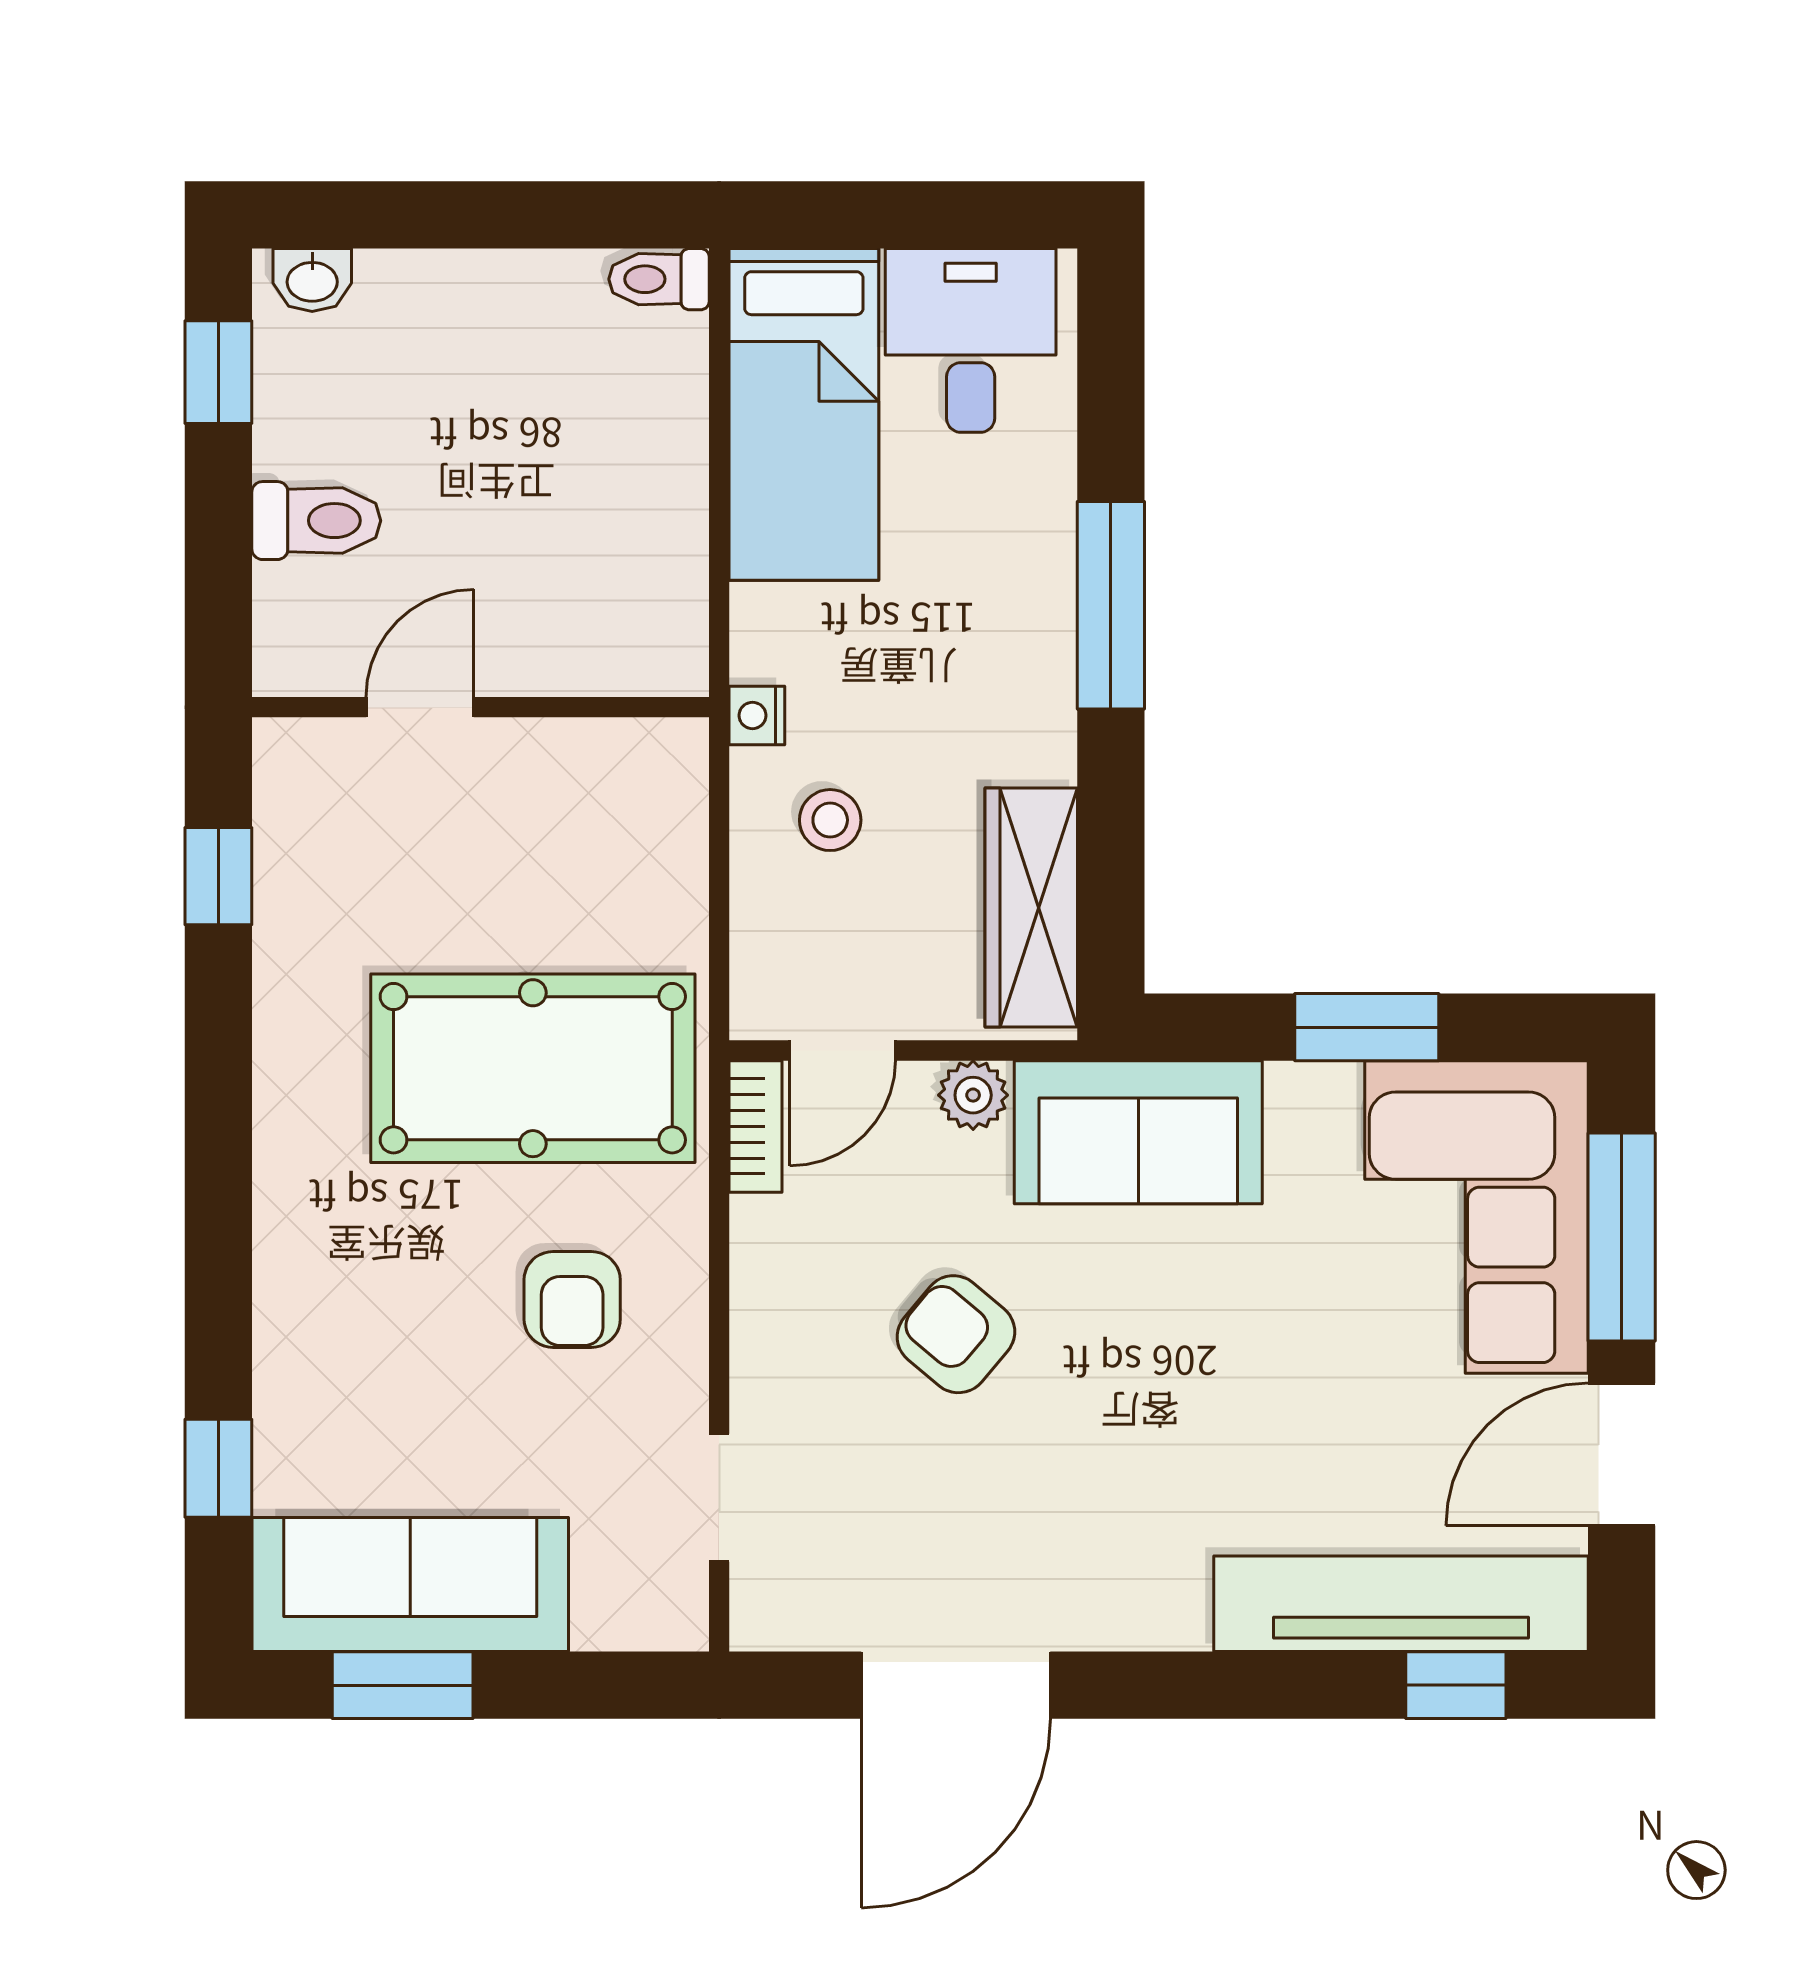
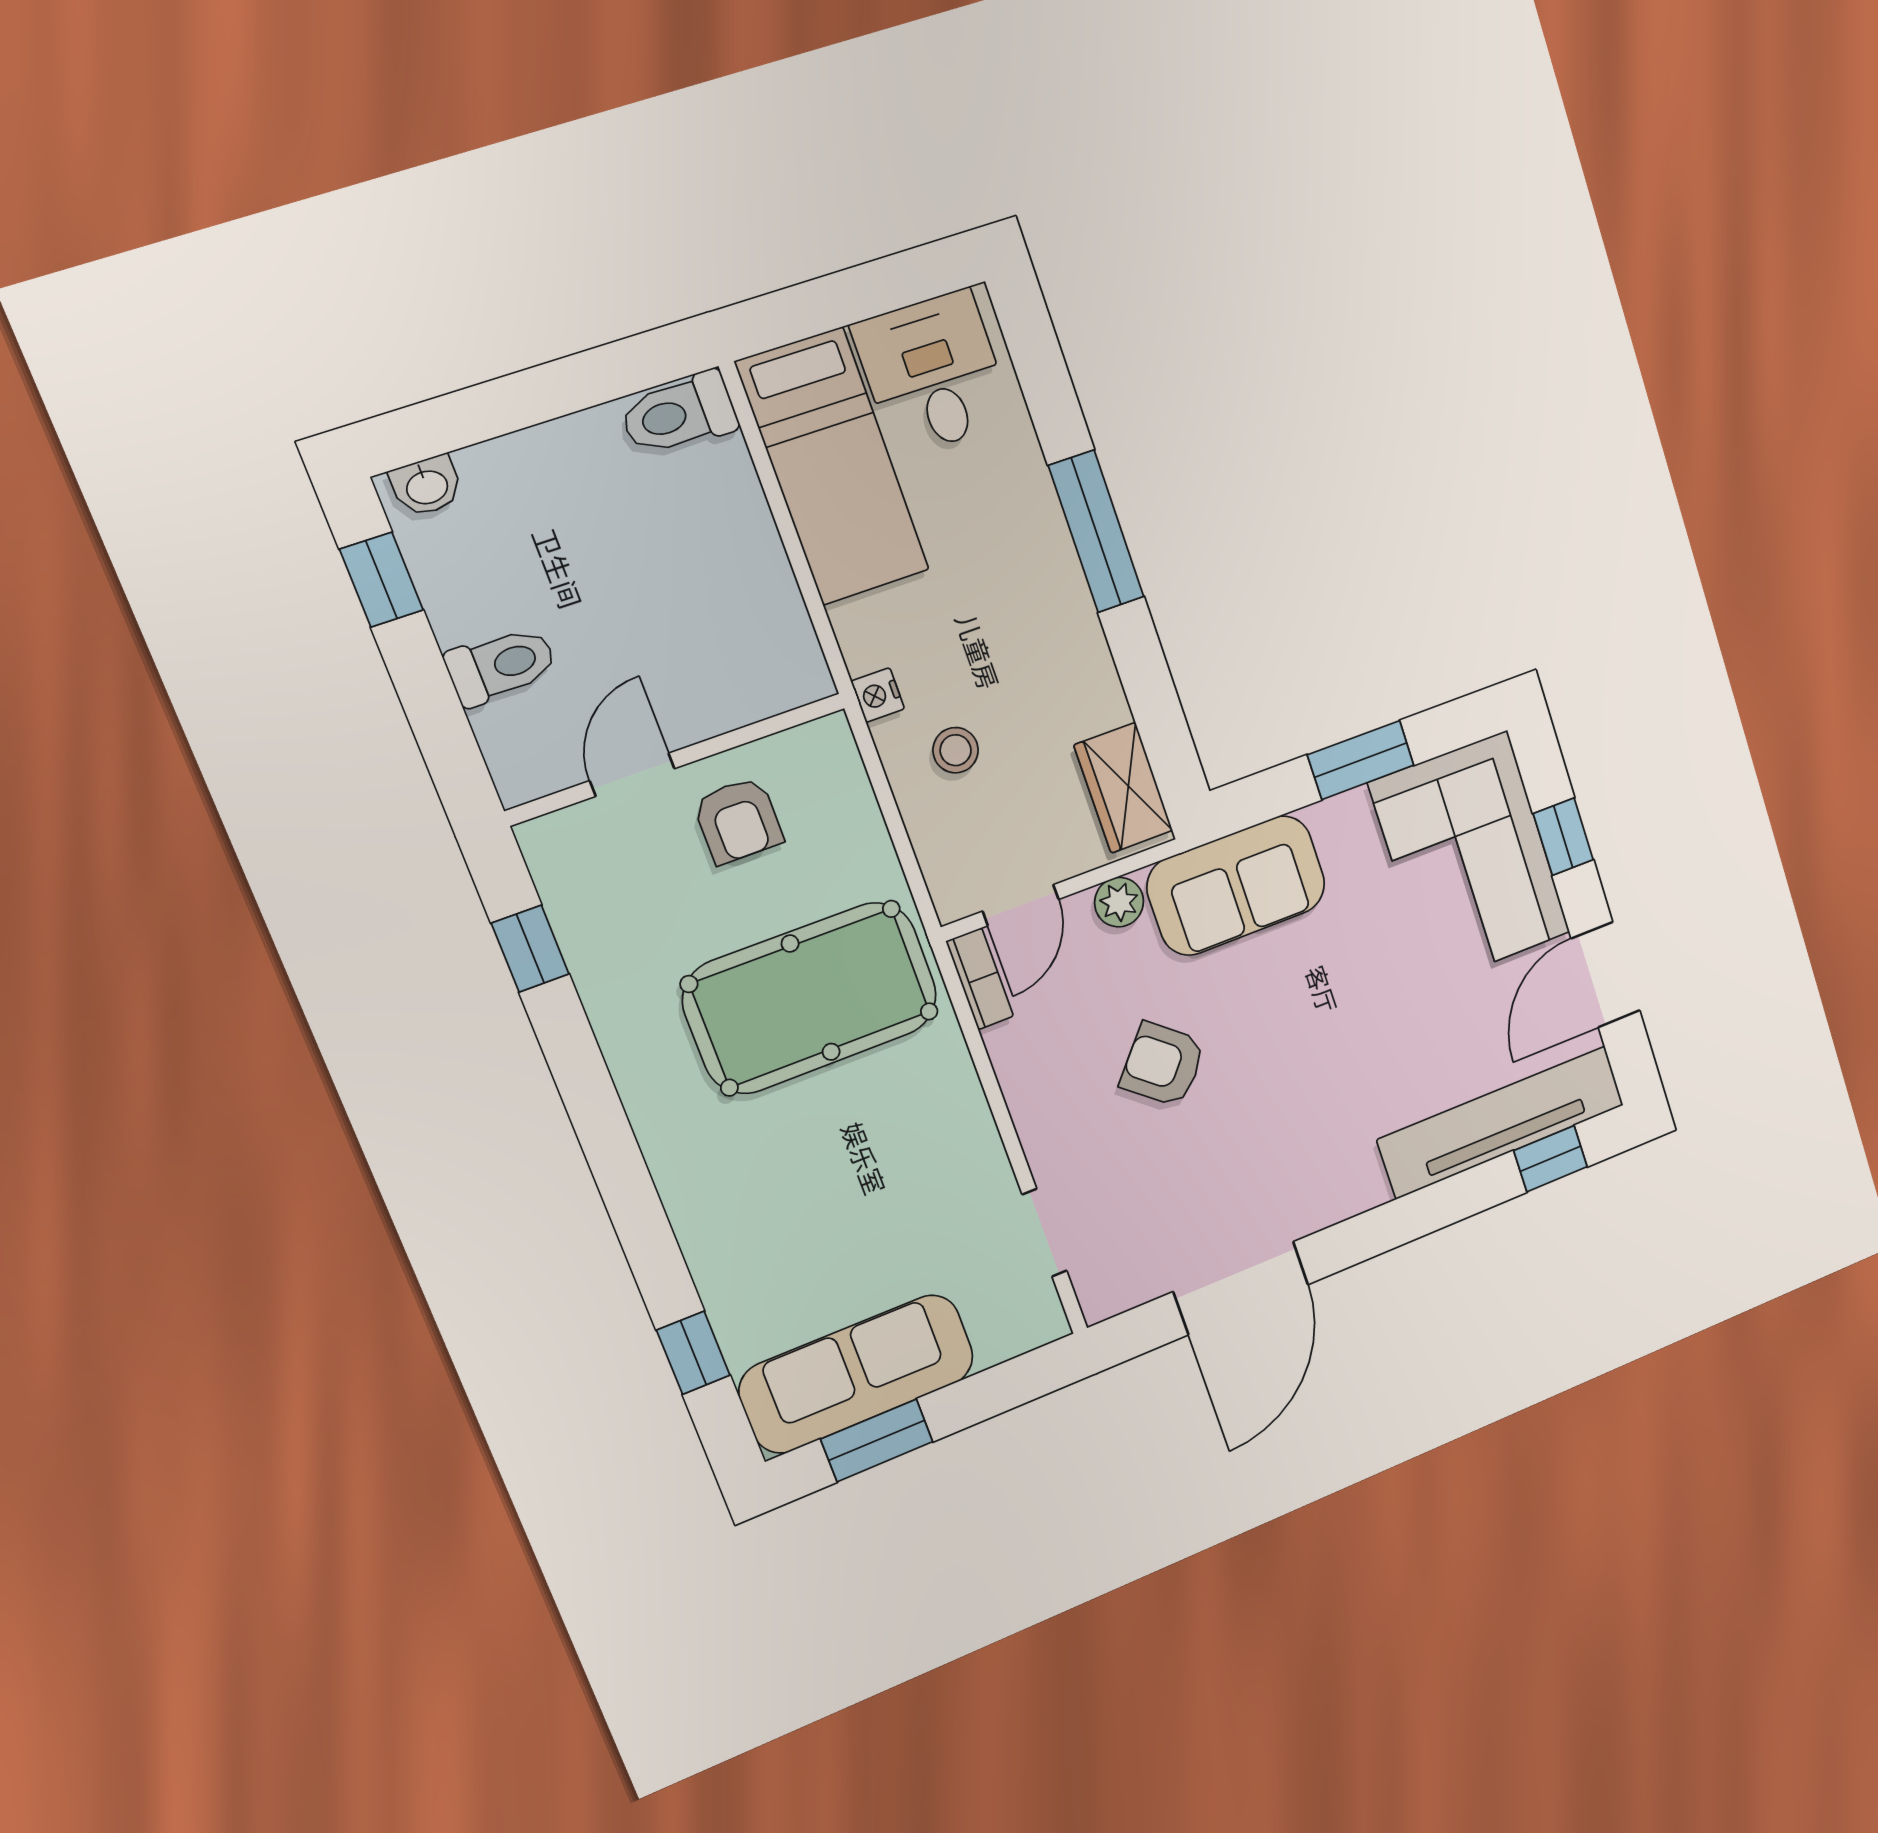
toilet: (659, 279) -> (679, 414), width x1.37, depth x1.39
wardrobe: (1031, 907) -> (1123, 788), width x0.67
window: (1622, 1237) -> (1563, 837), width x0.46
armchair: (572, 1299) -> (738, 820), moved

